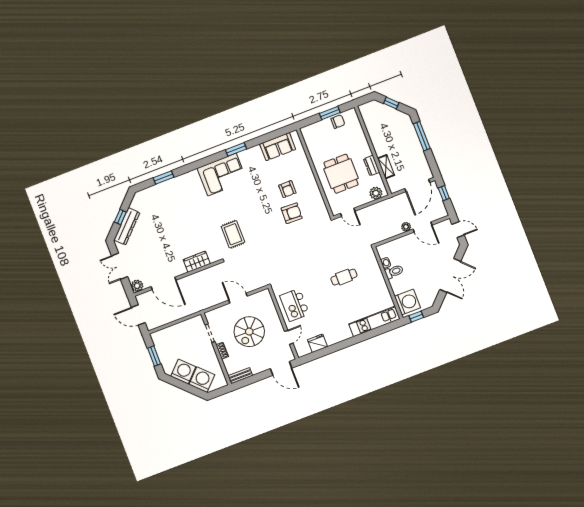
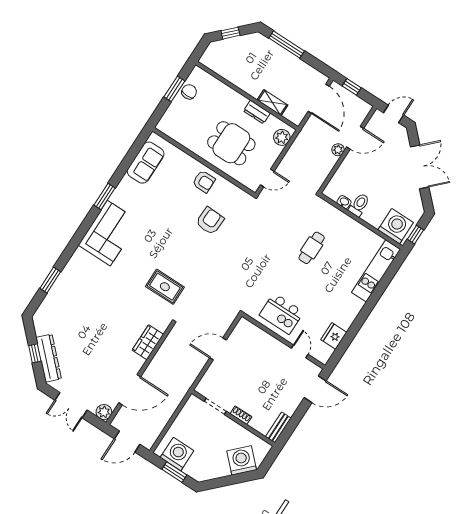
armchair: (287, 189) -> (204, 181), moved
spiral stairs: (249, 332) -> (255, 375), removed
washing machine: (183, 372) -> (177, 454), moved, turned 45

